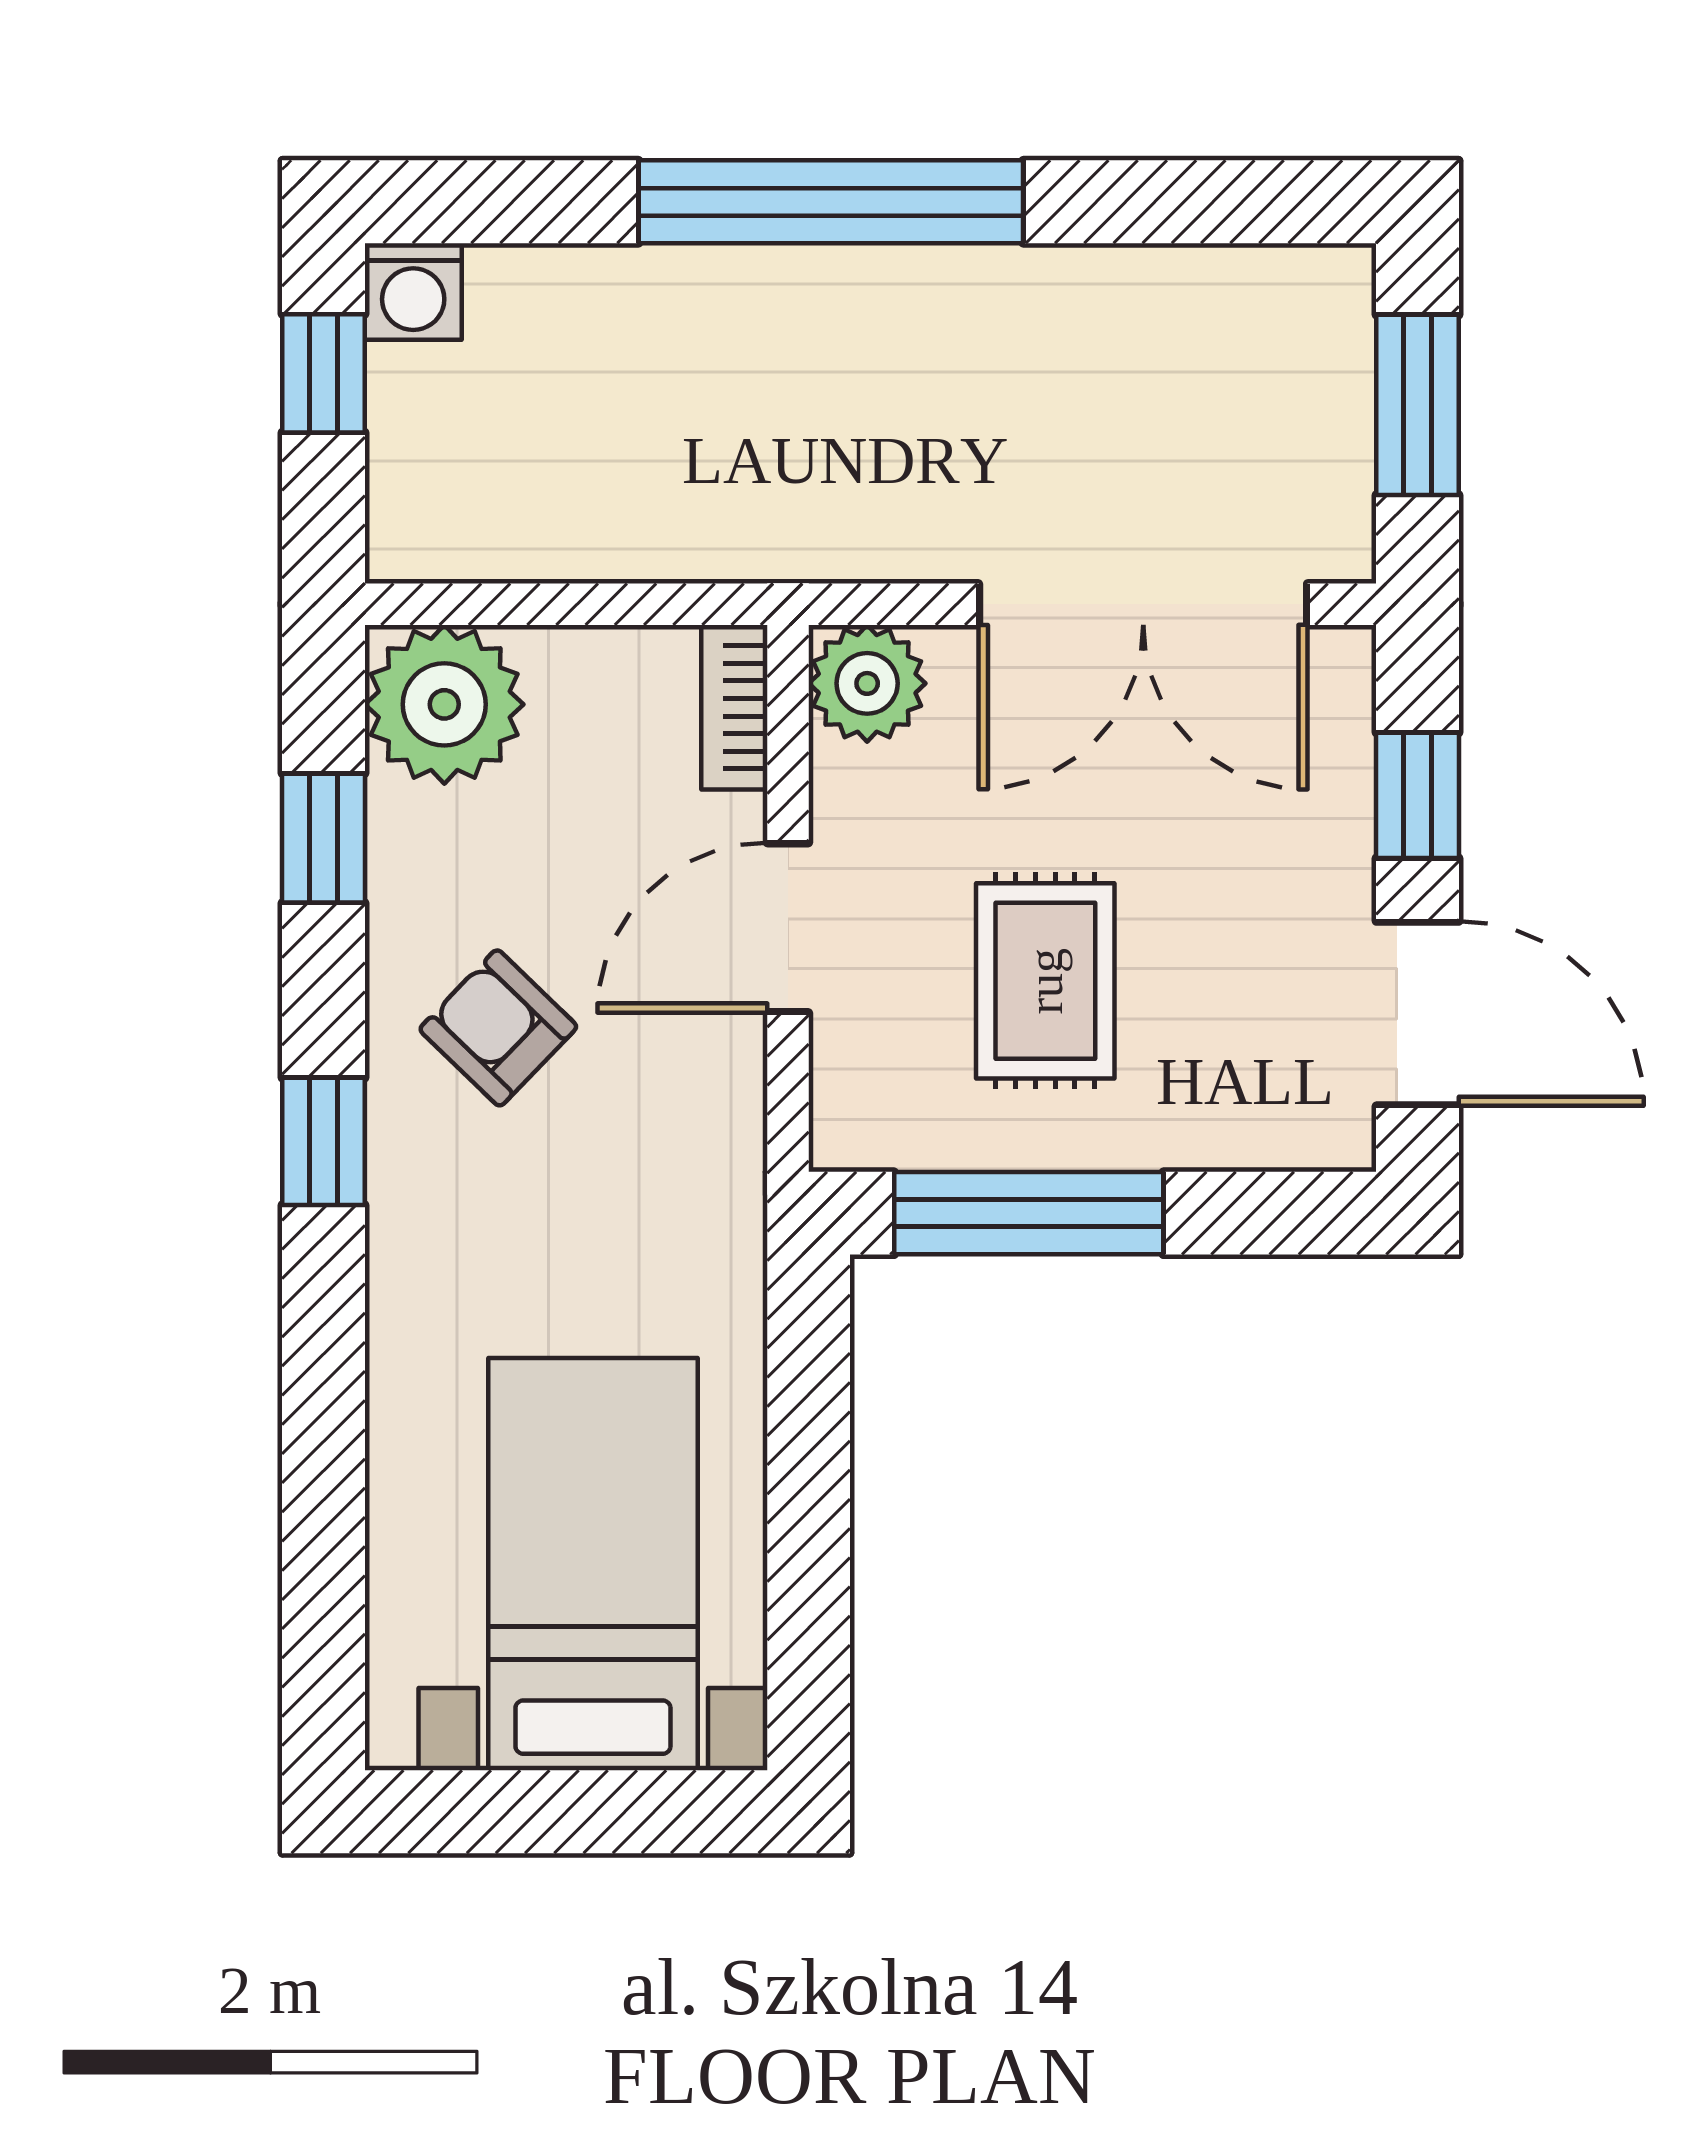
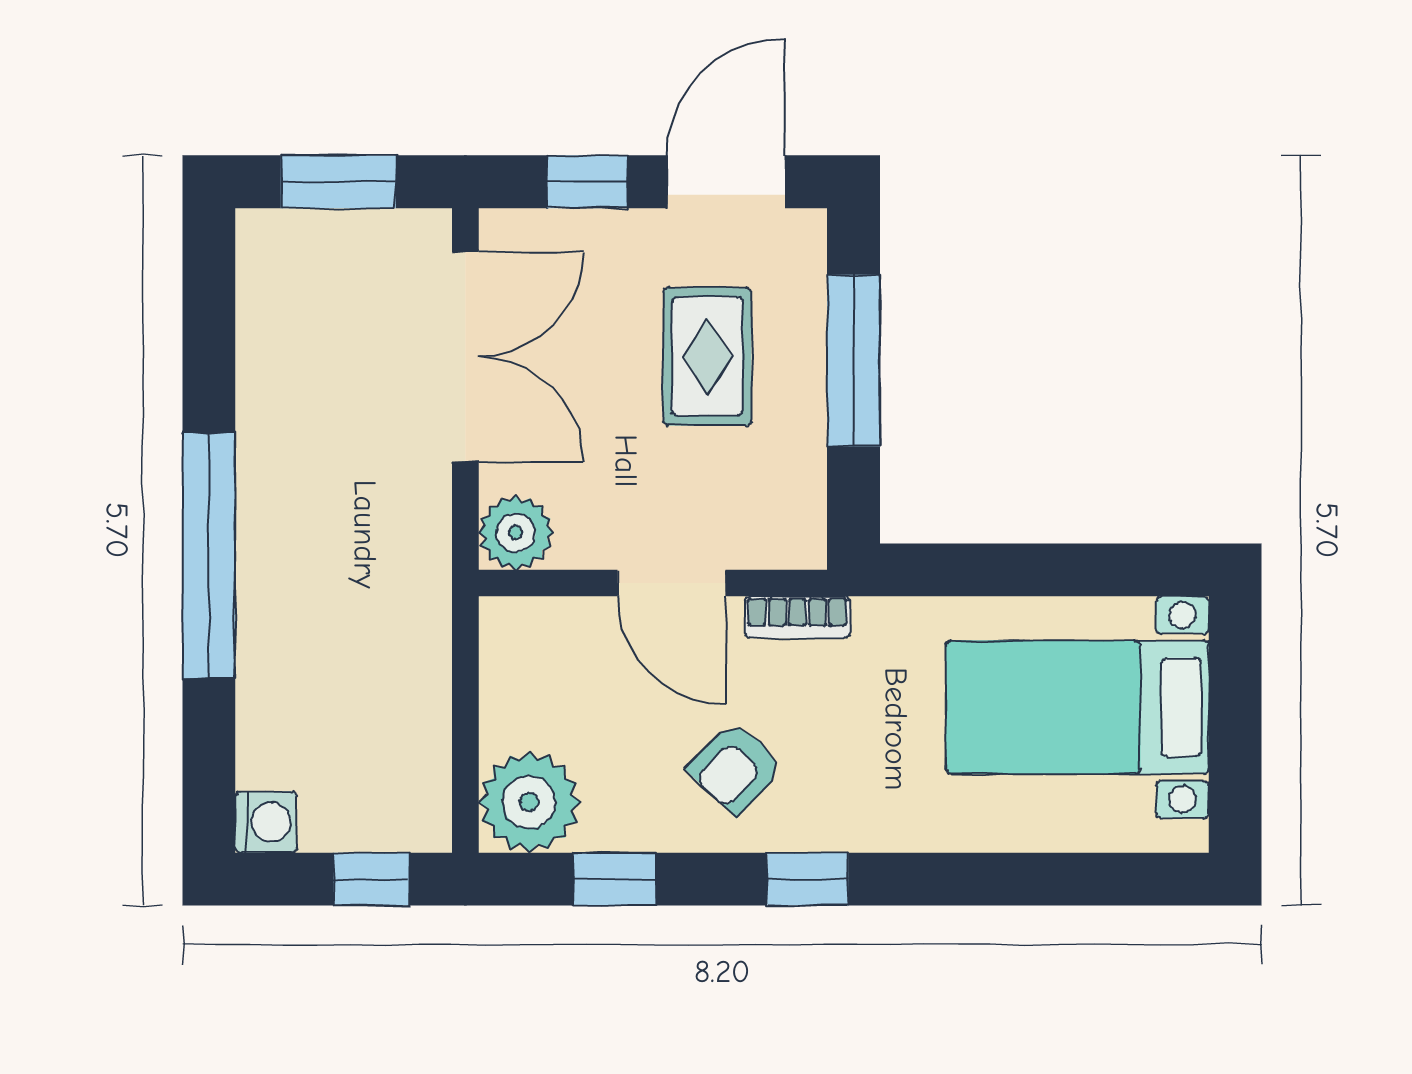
window: (324, 373) -> (371, 879), moved
bookcase: (734, 707) -> (797, 617), moved
rug: (1045, 981) -> (707, 356), moved, turned 90
window: (1029, 1213) -> (854, 361), moved

